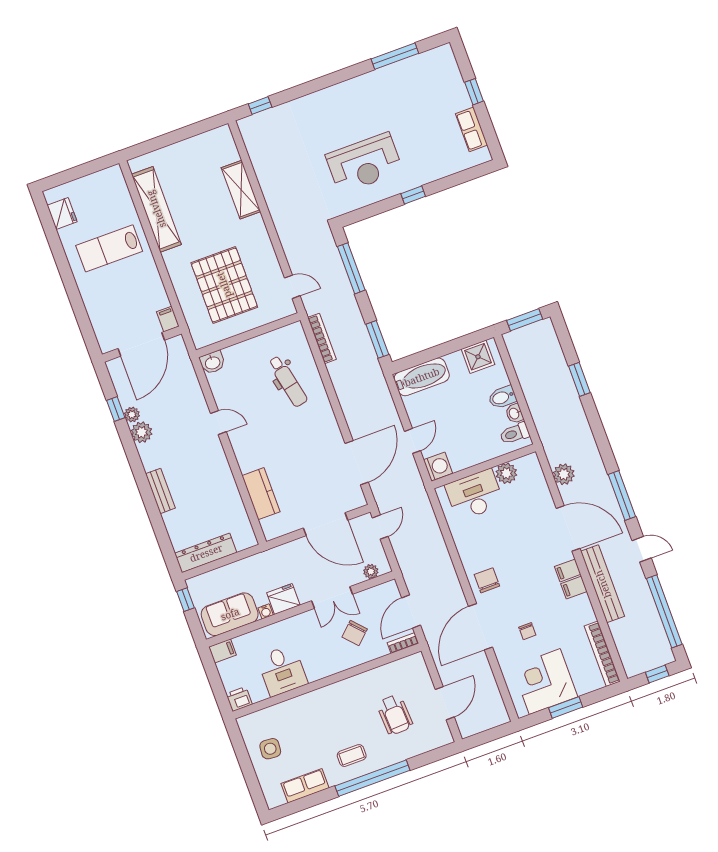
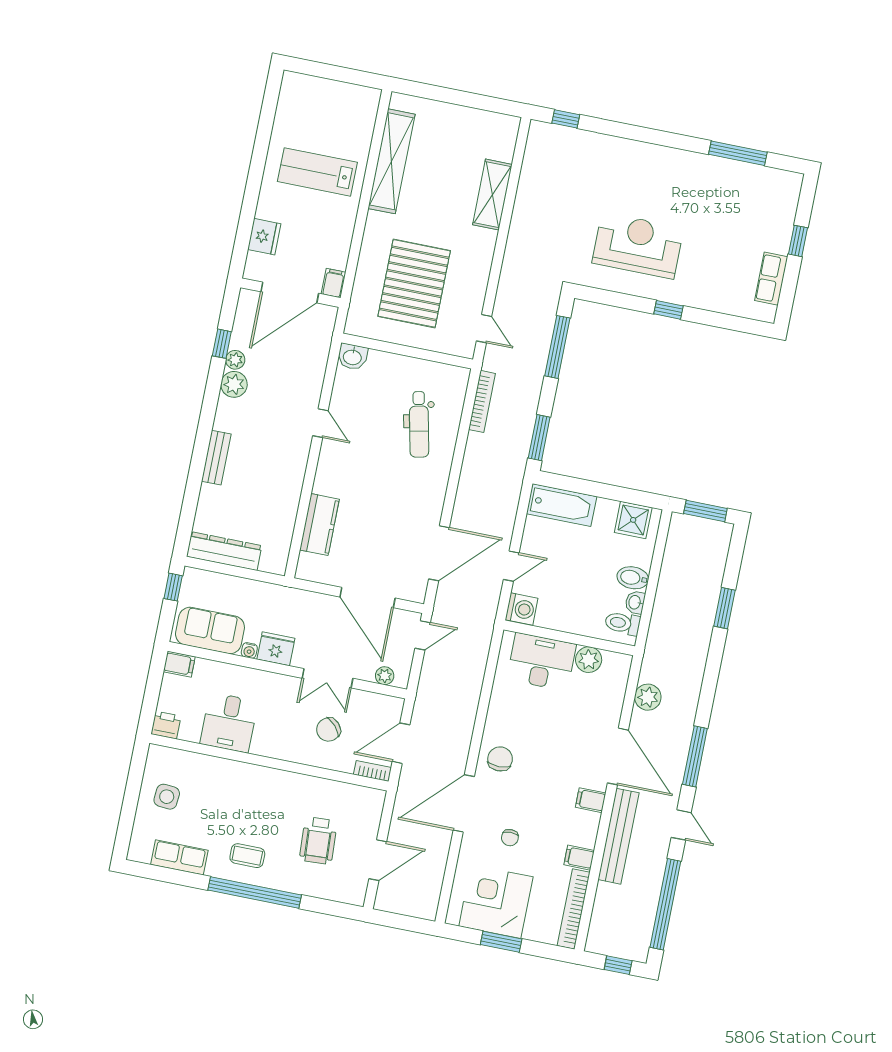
reception desk: (364, 163) -> (638, 246), turned 180
fridge: (62, 213) -> (264, 237), moved
filing cabinet: (574, 588) -> (579, 858), moved

